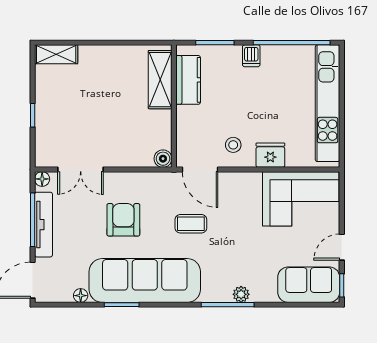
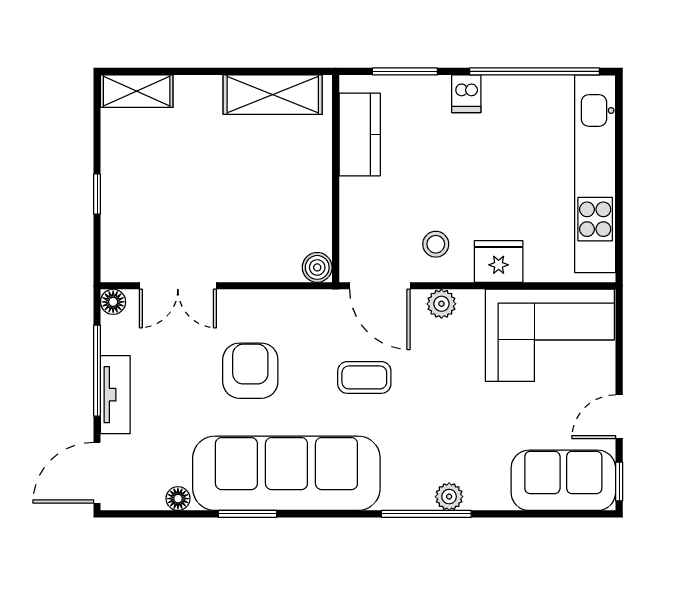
shelving: (160, 80) -> (273, 95), moved, turned 90
plant: (237, 180) -> (441, 304), added
tv unit: (43, 225) -> (115, 395), width x0.71

